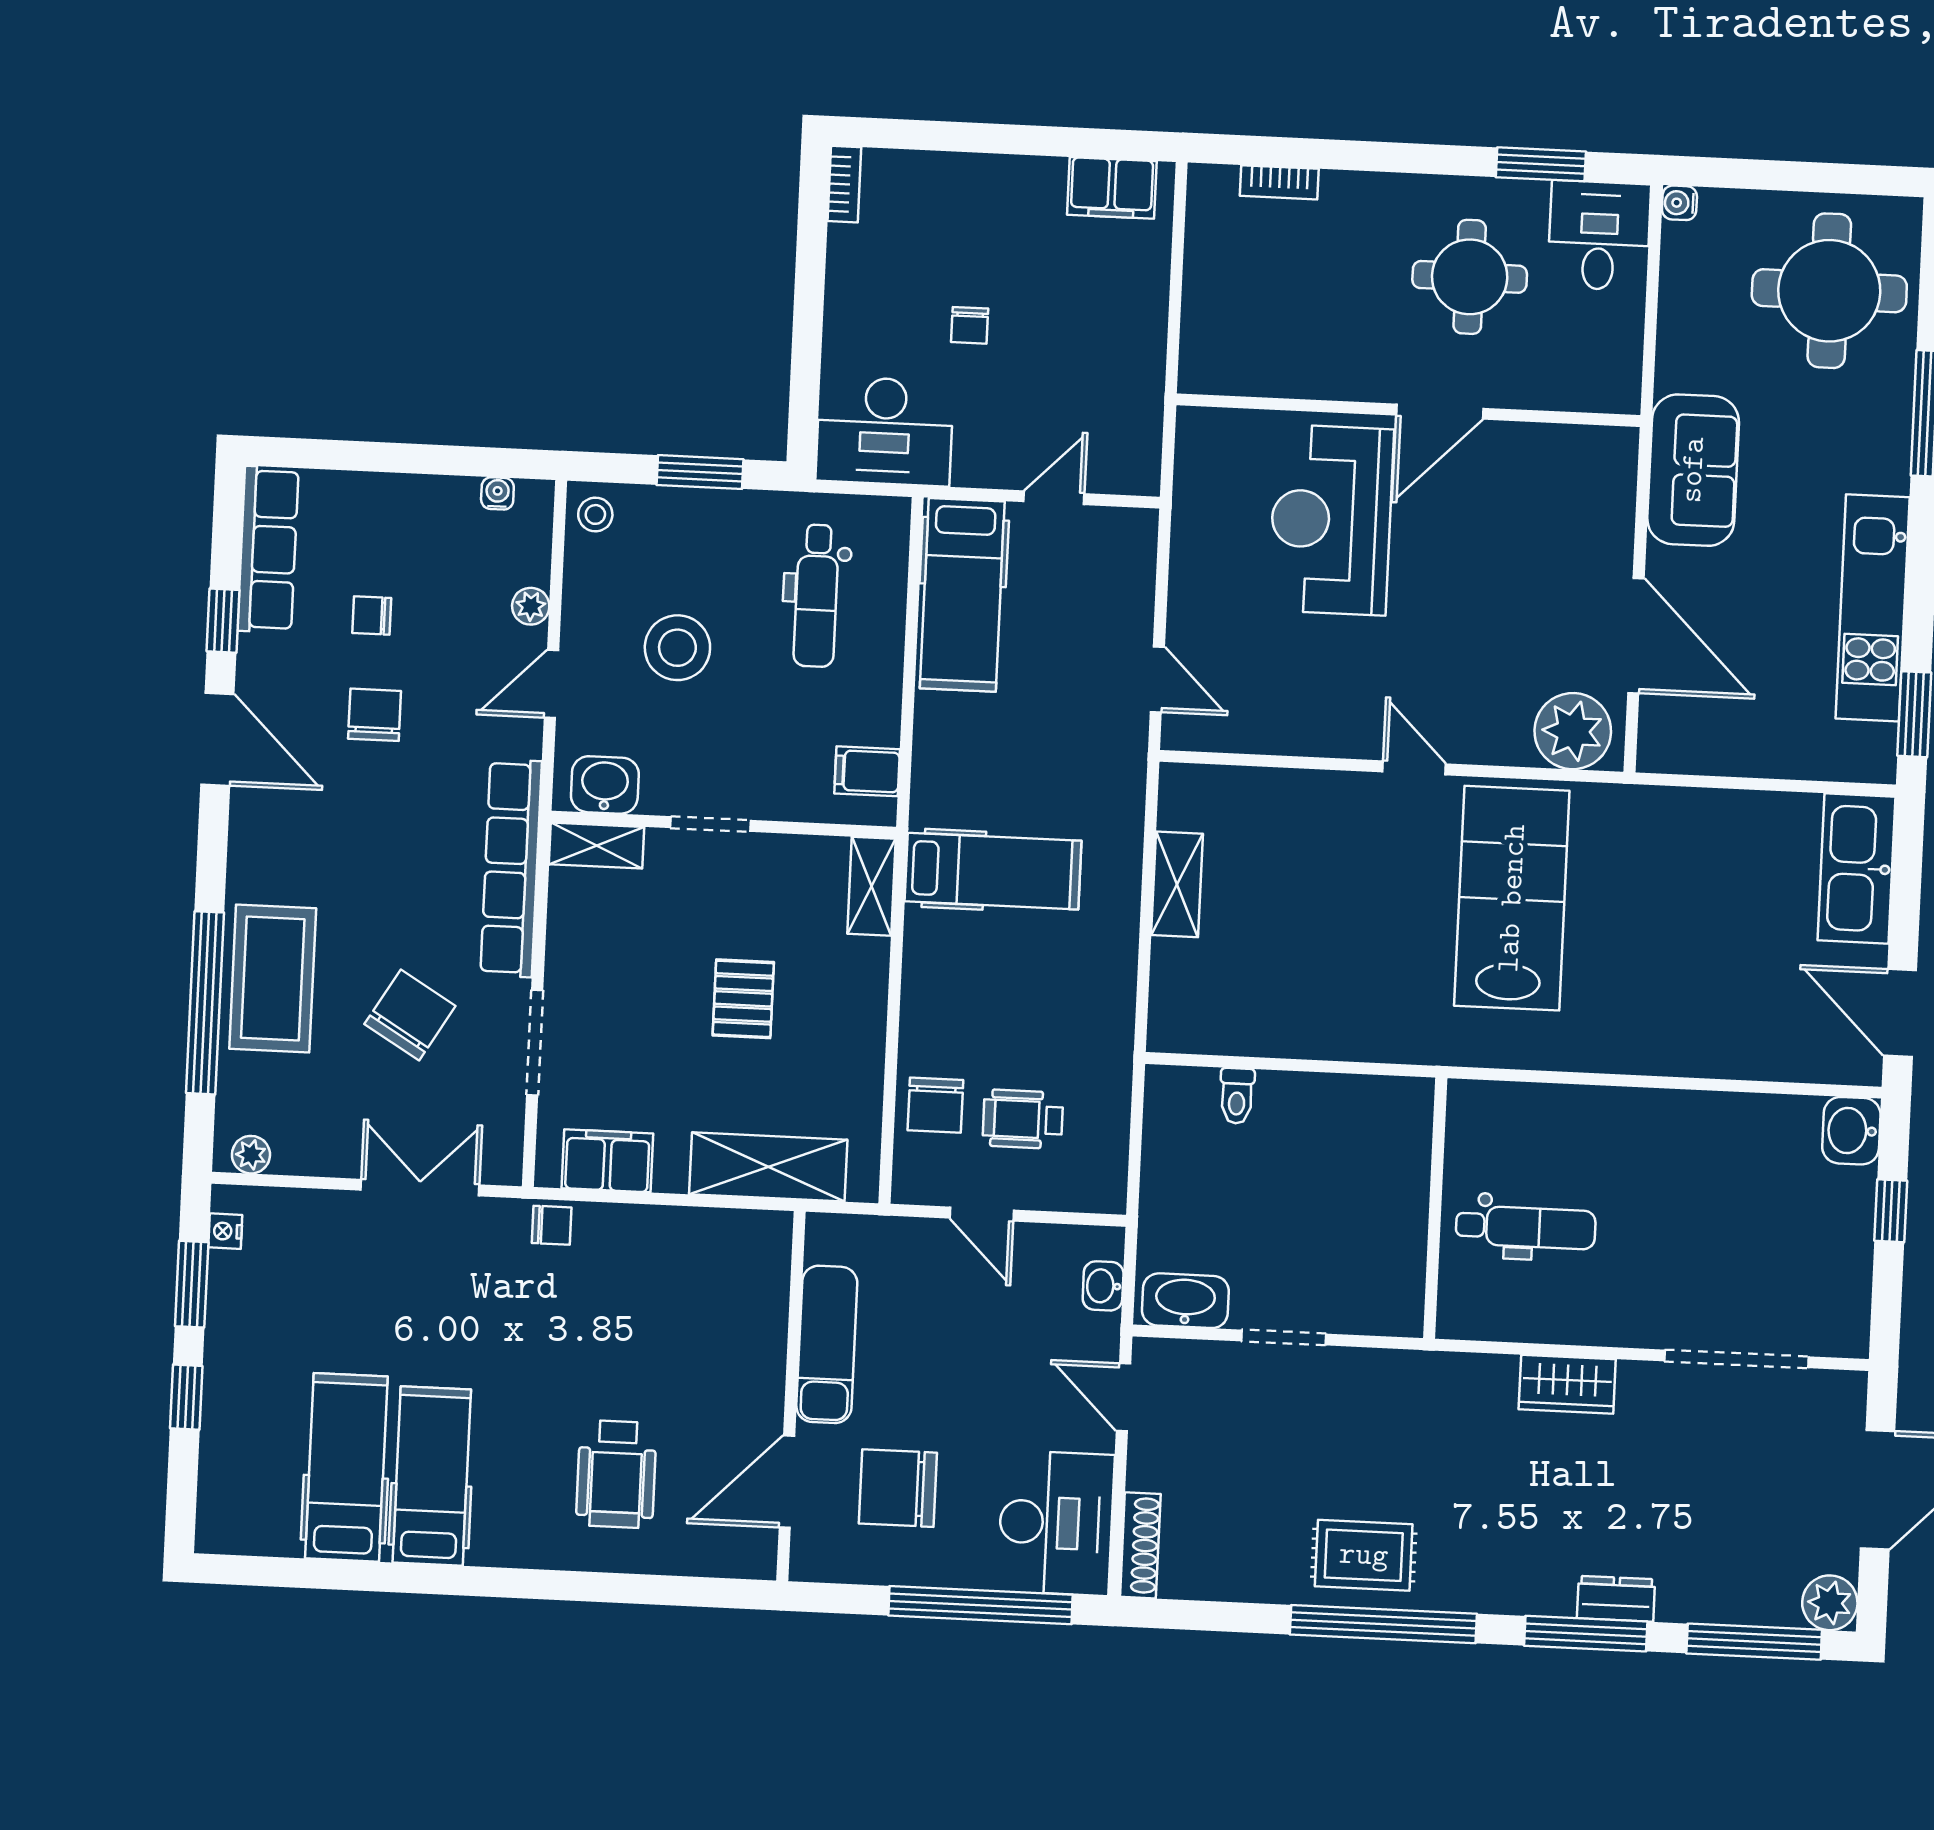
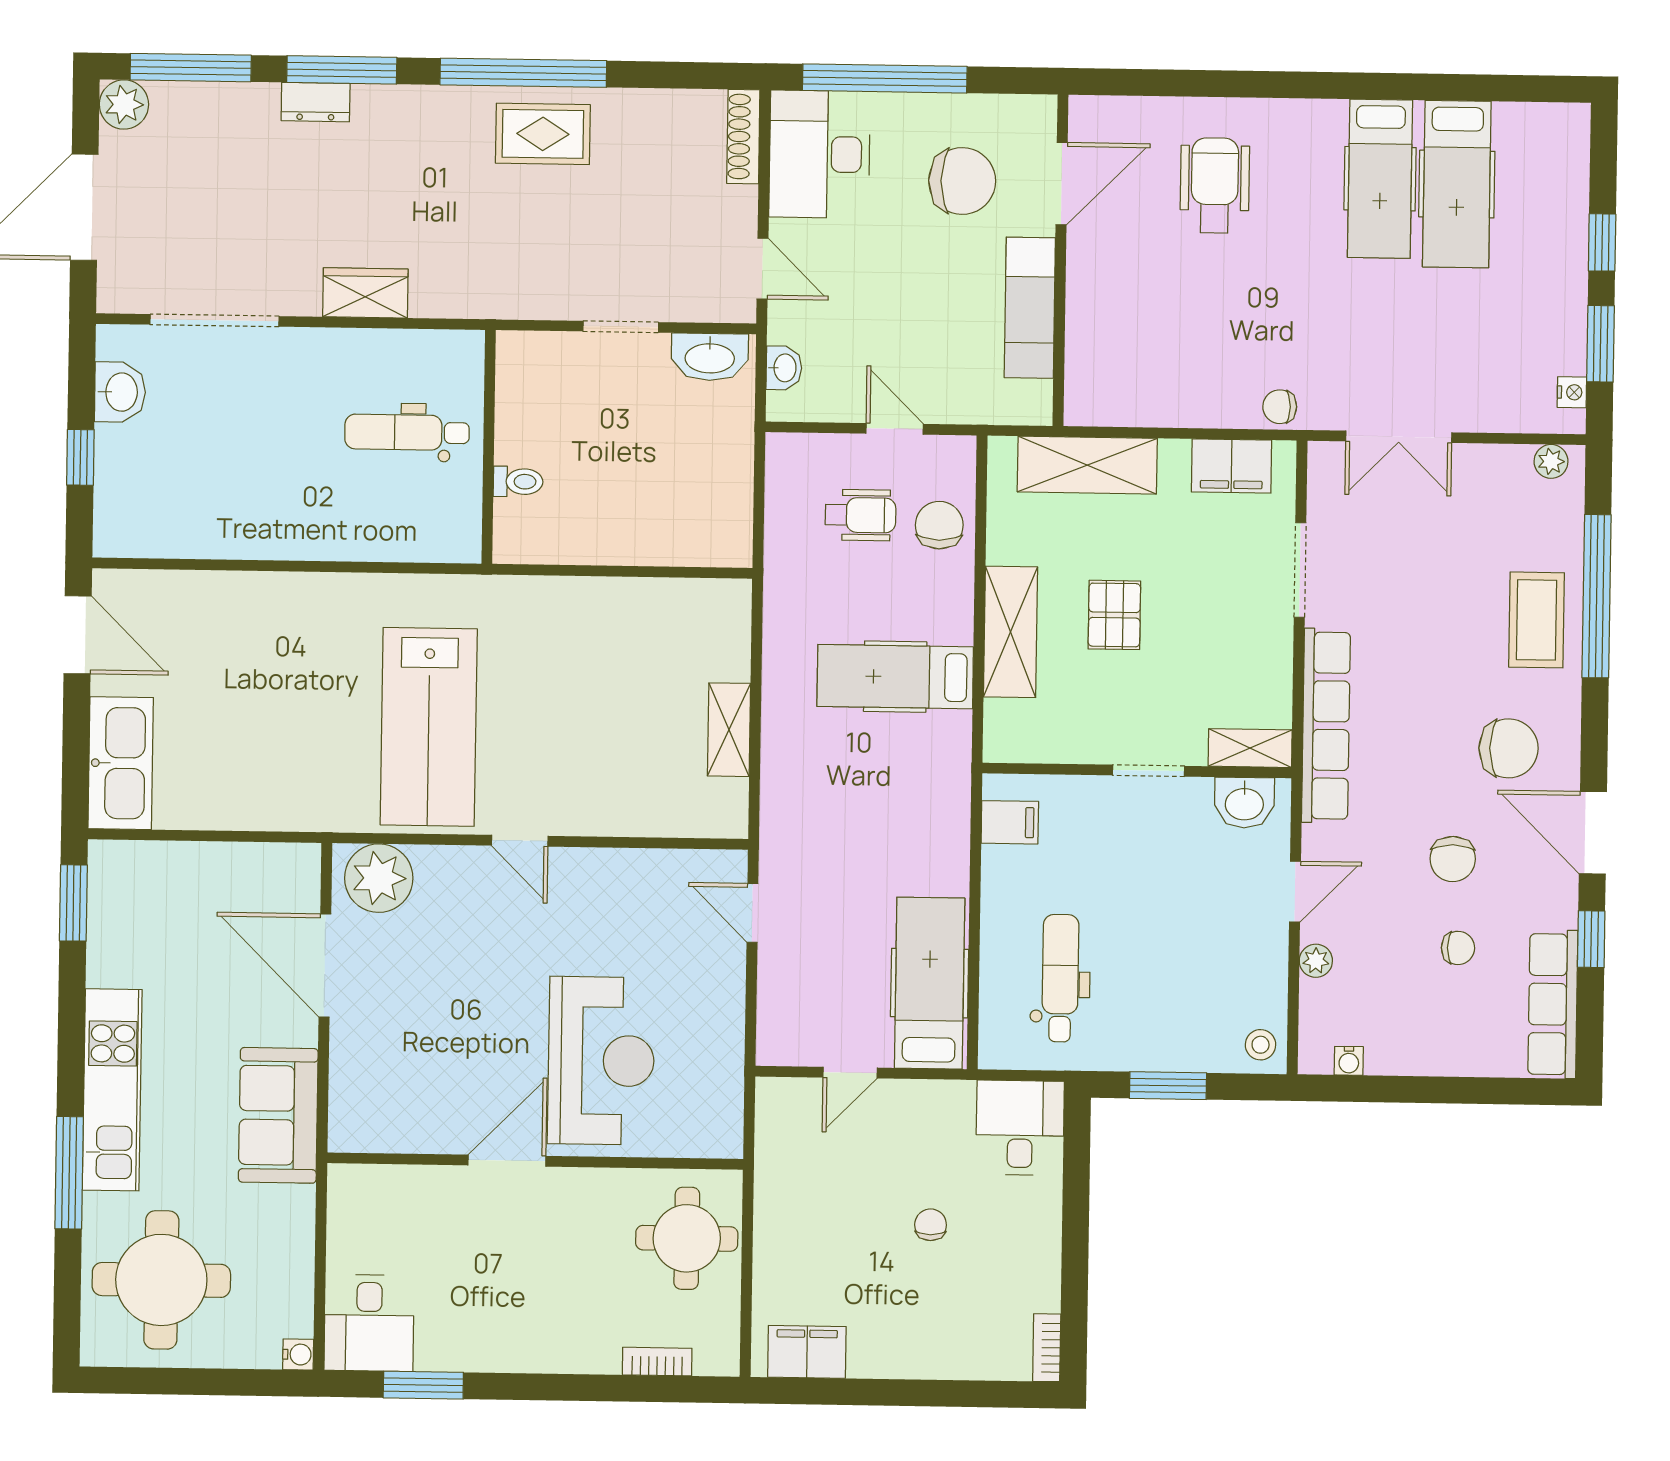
round table: (1470, 277) -> (687, 1238), moved
desk: (885, 431) -> (1020, 1128), width x0.73
kitchen unit: (1873, 608) -> (112, 1090), moved
stool: (677, 648) -> (1183, 928), removed
hospital bed: (993, 871) -> (895, 677), moved
shelving: (872, 886) -> (1011, 632), moved, width x1.50, depth x1.33
coffee table: (273, 978) -> (1536, 620), width x0.73, depth x0.76
chair: (410, 1015) -> (1509, 748), moved, turned -121
toilet: (1237, 1096) -> (518, 482), moved, turned 90
washbasin: (1851, 1131) -> (120, 392), moved

